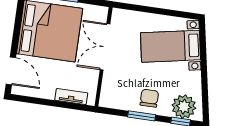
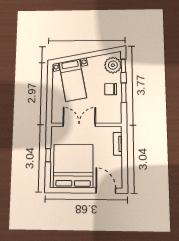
double door: (105, 47) -> (79, 125), swing flipped
door: (11, 71) -> (106, 191), hinge flipped

